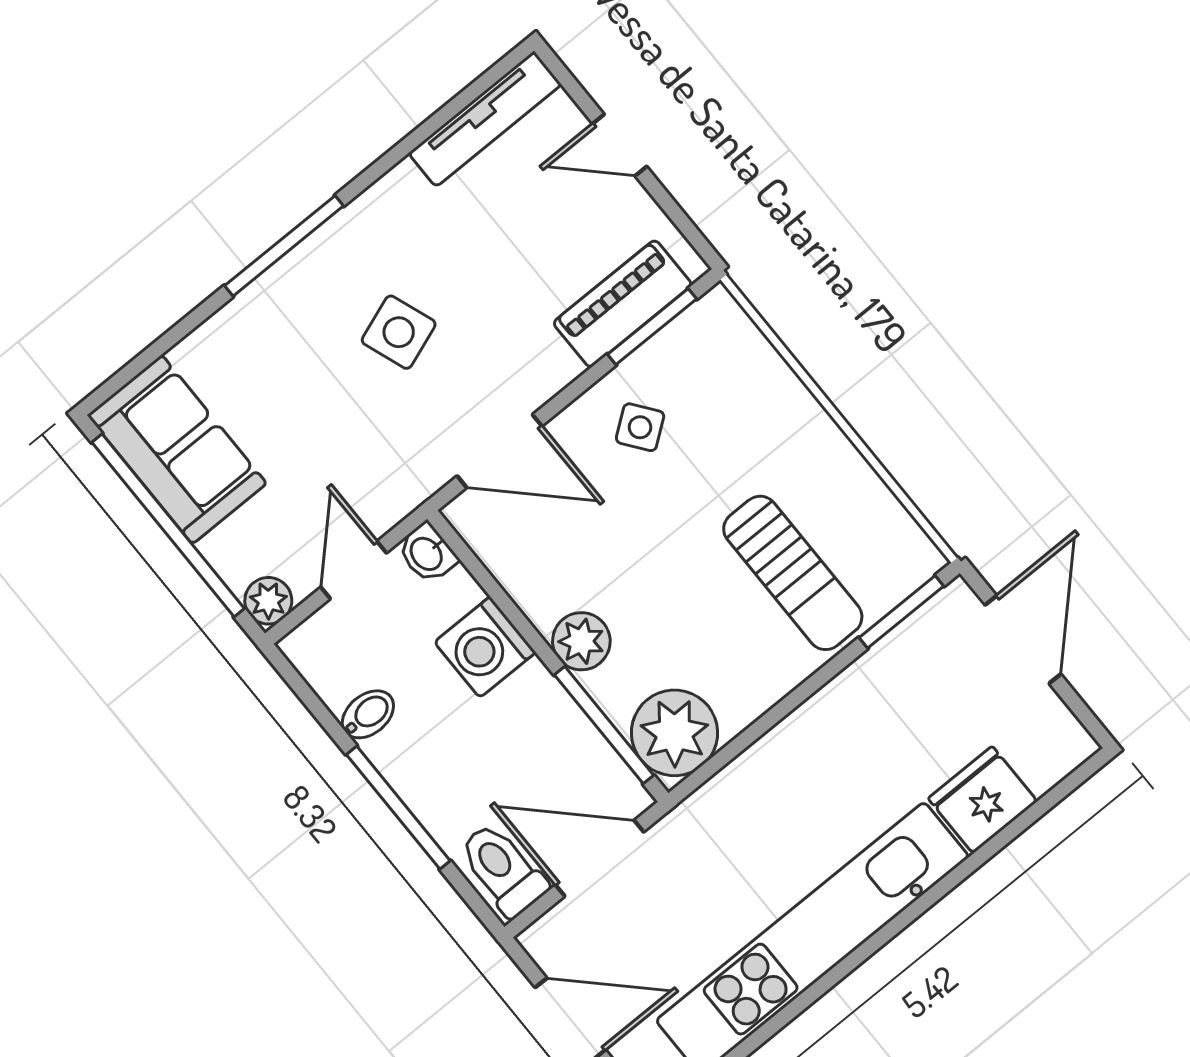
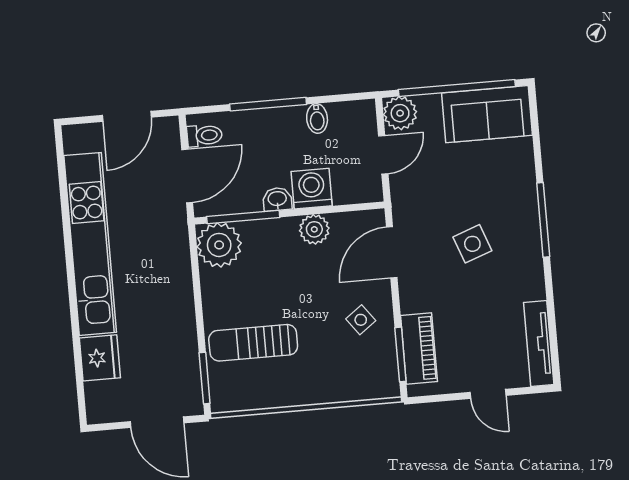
door: (620, 145) -> (488, 394), swing flipped
washbasin: (427, 553) -> (277, 199), moved
door: (354, 570) -> (383, 155), hinge flipped
plant: (268, 601) -> (400, 113), width x1.38, depth x1.38
plant: (581, 641) -> (314, 229), moved
toilet: (503, 869) -> (204, 135), width x0.73, depth x0.72

